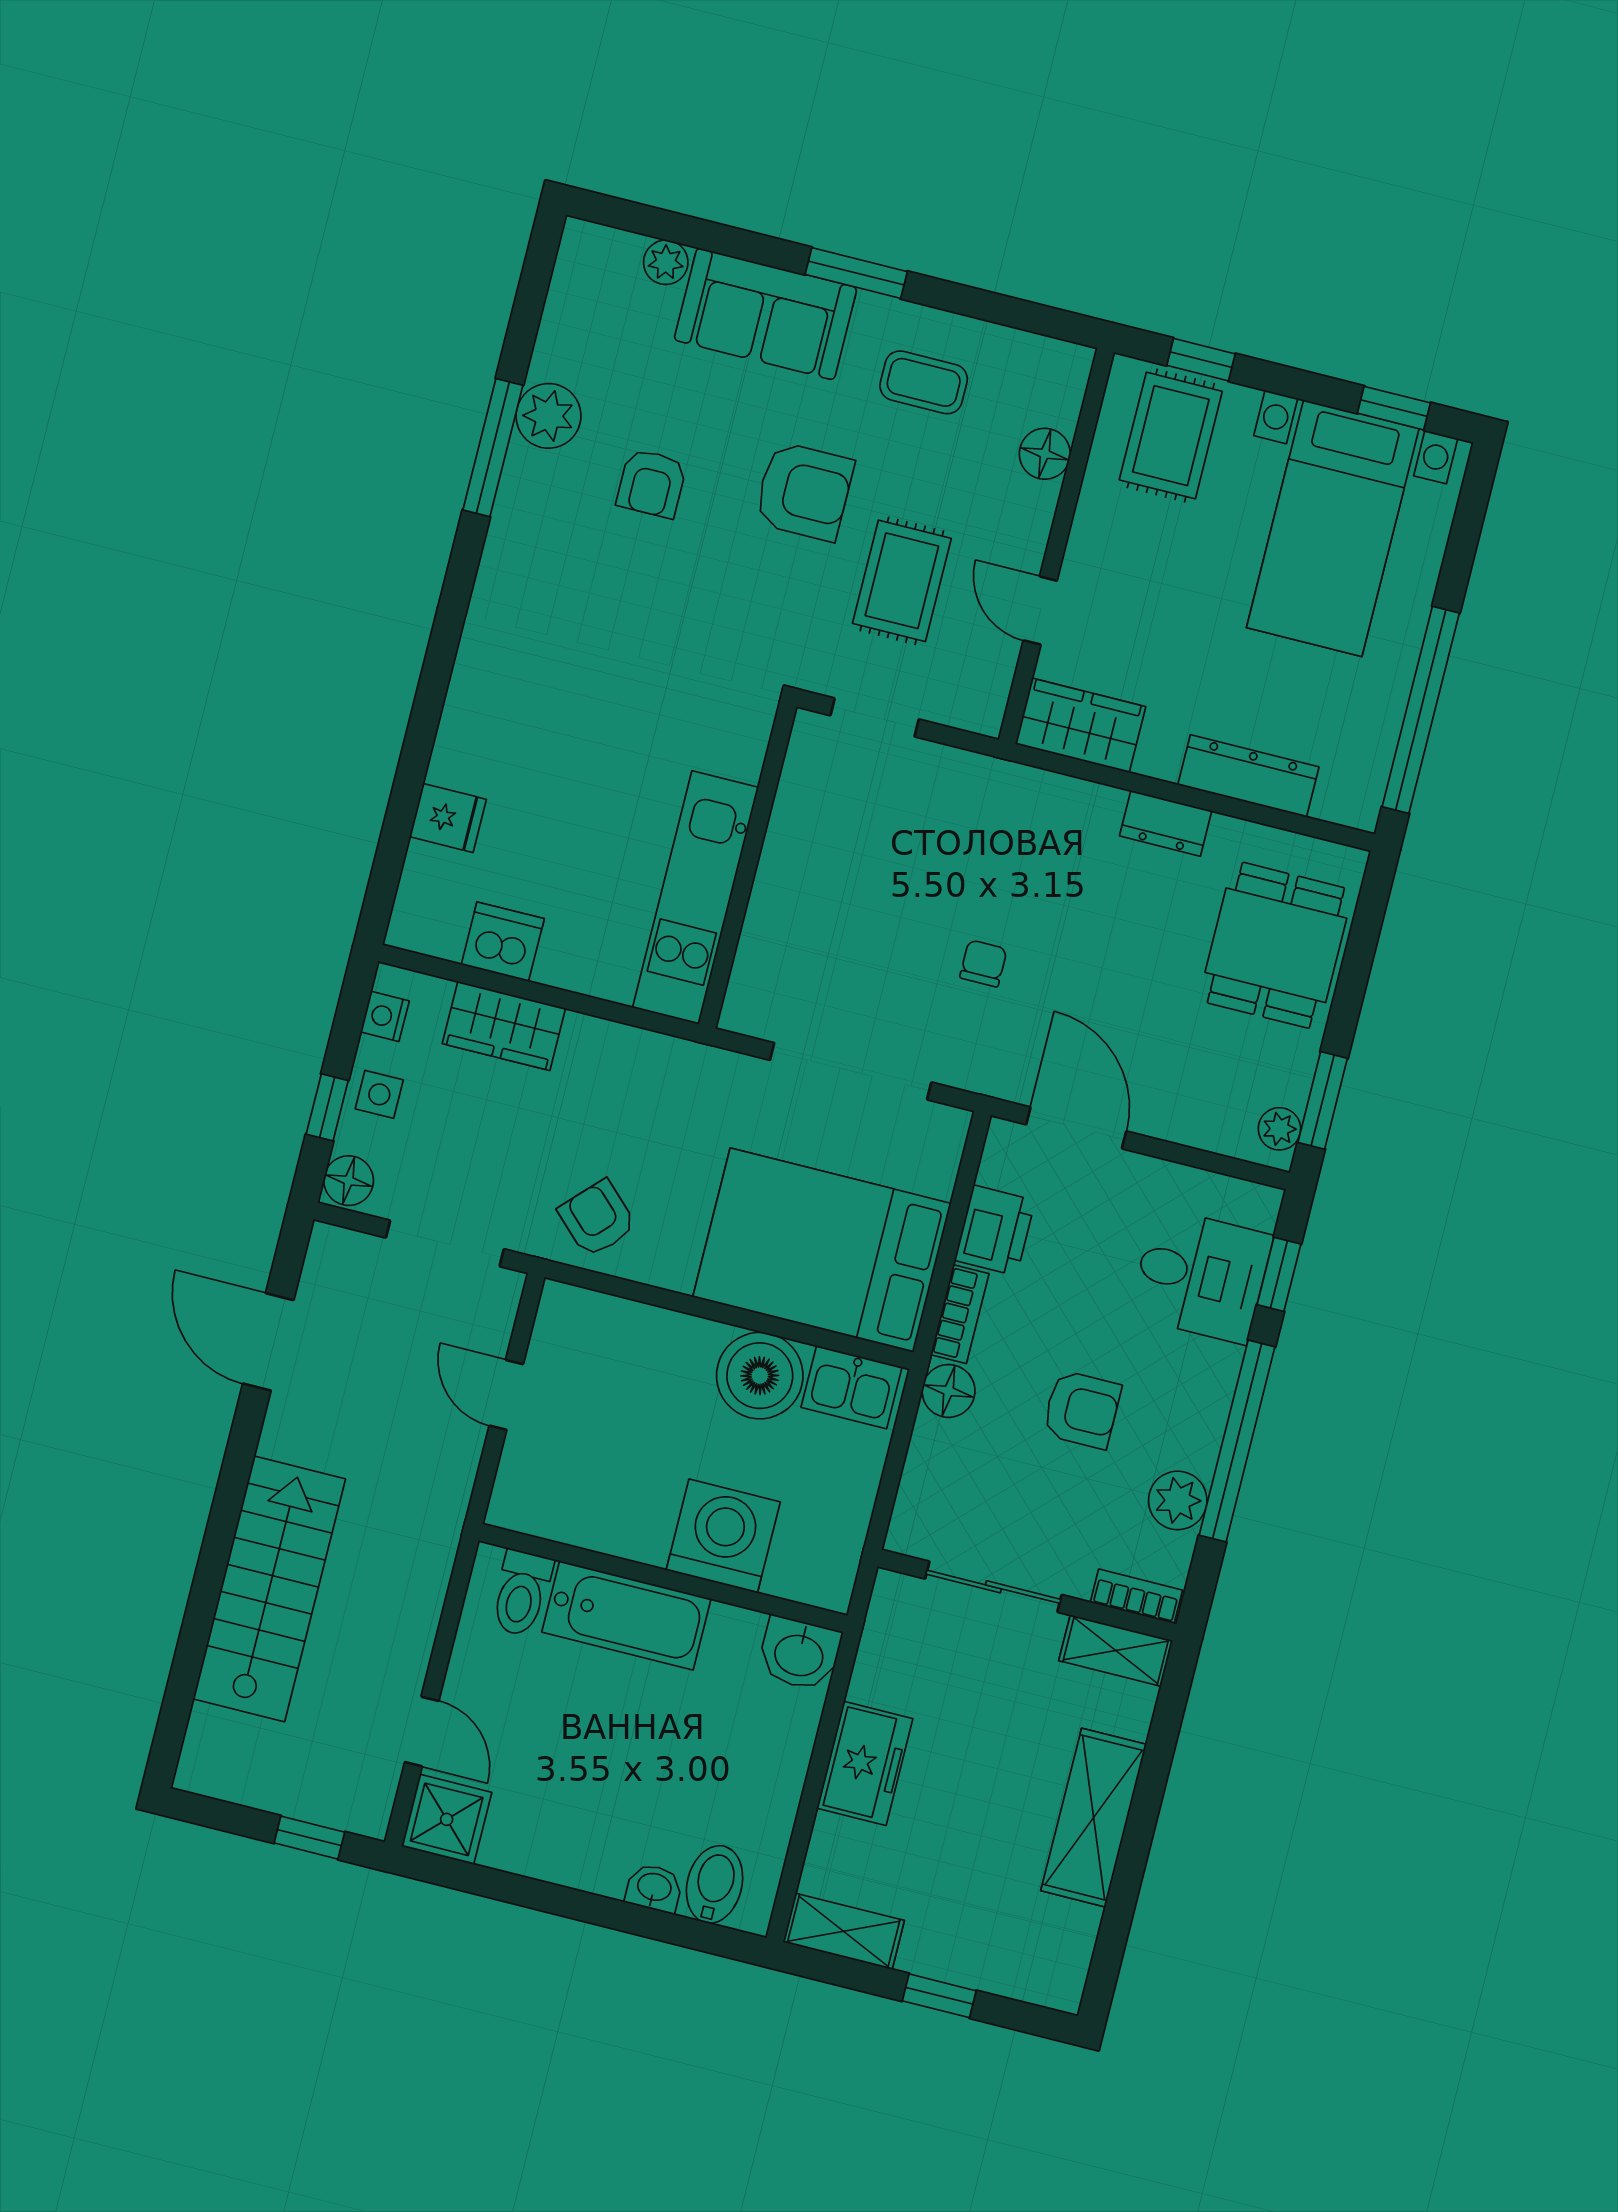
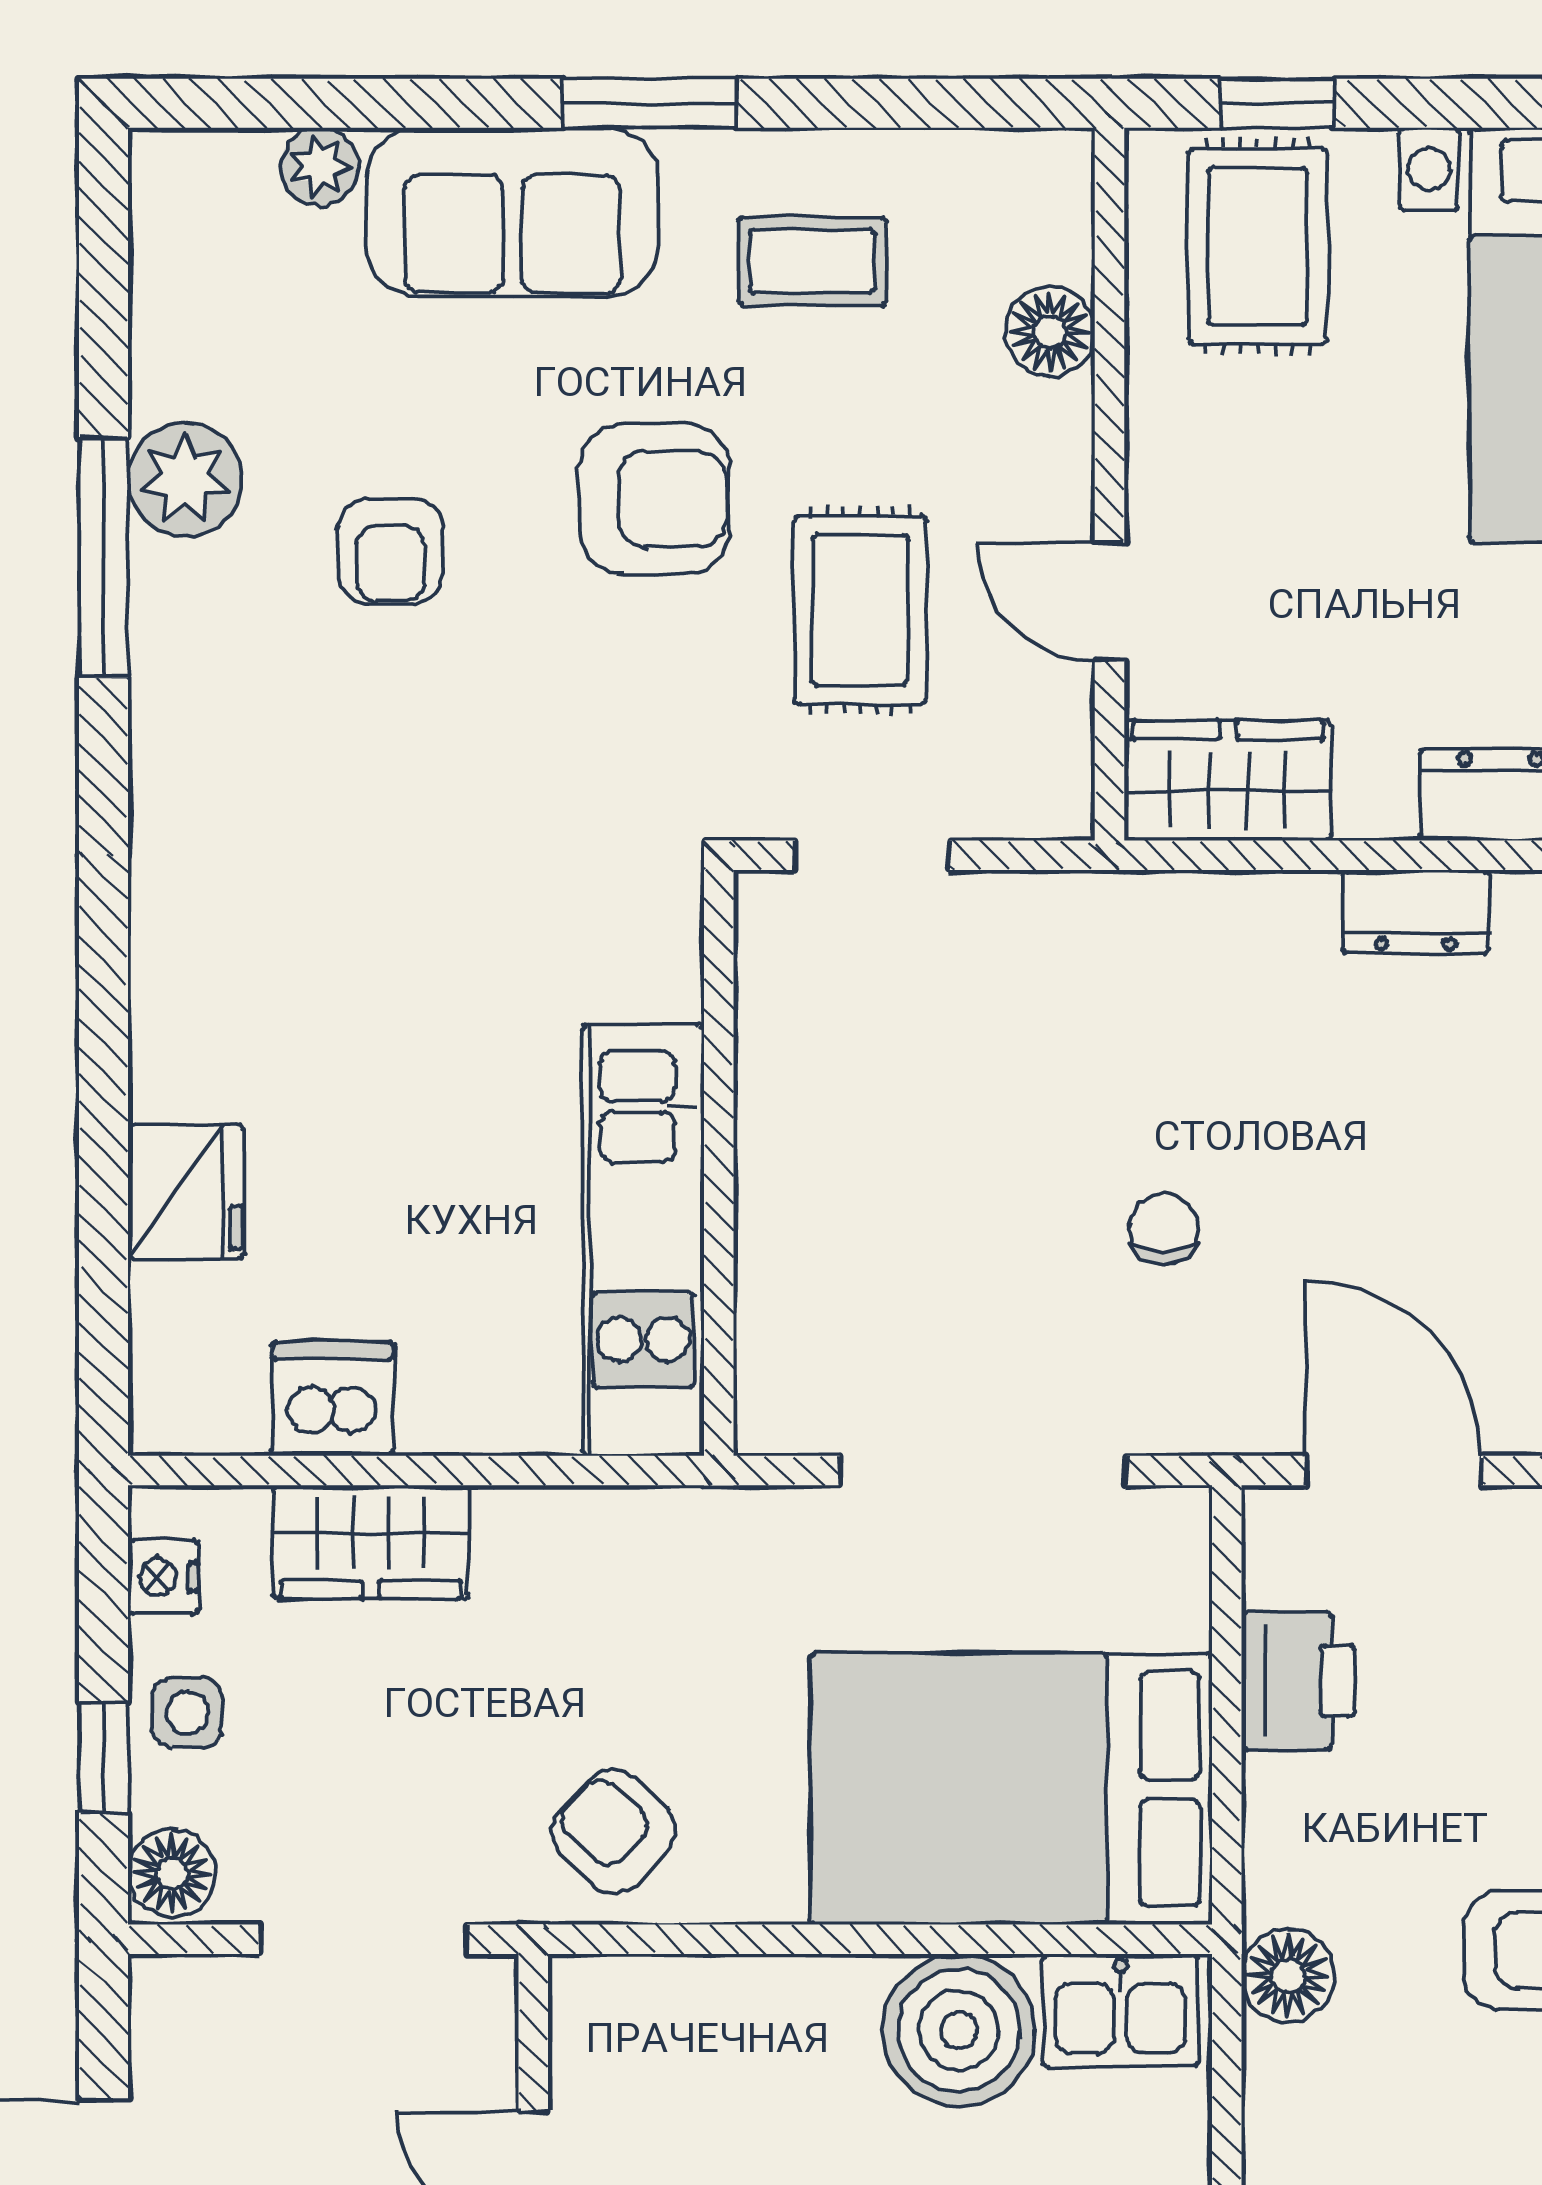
fridge: (448, 818) -> (186, 1192), width x1.38
bookcase: (960, 1314) -> (1274, 1839), removed

